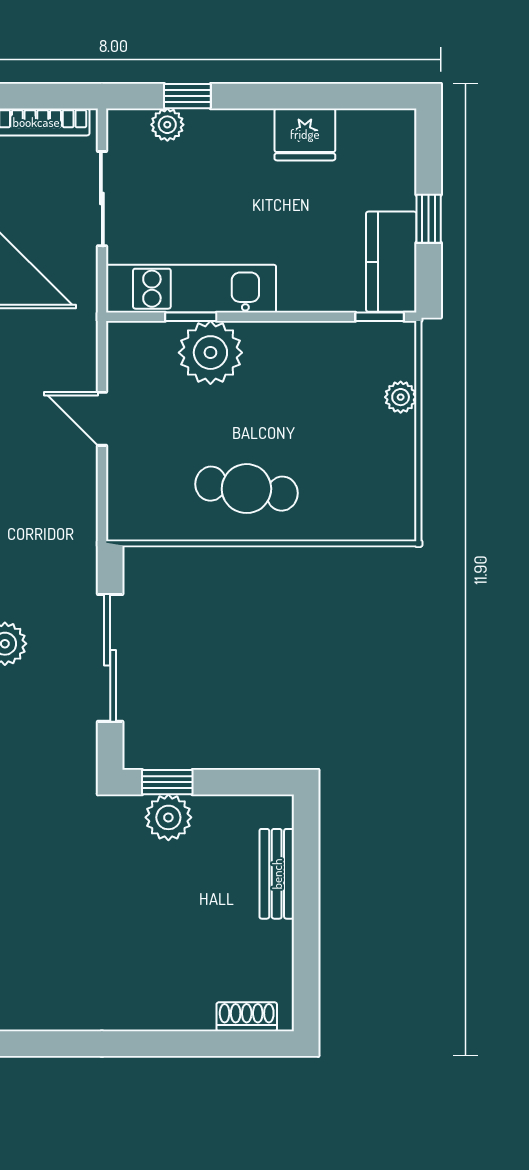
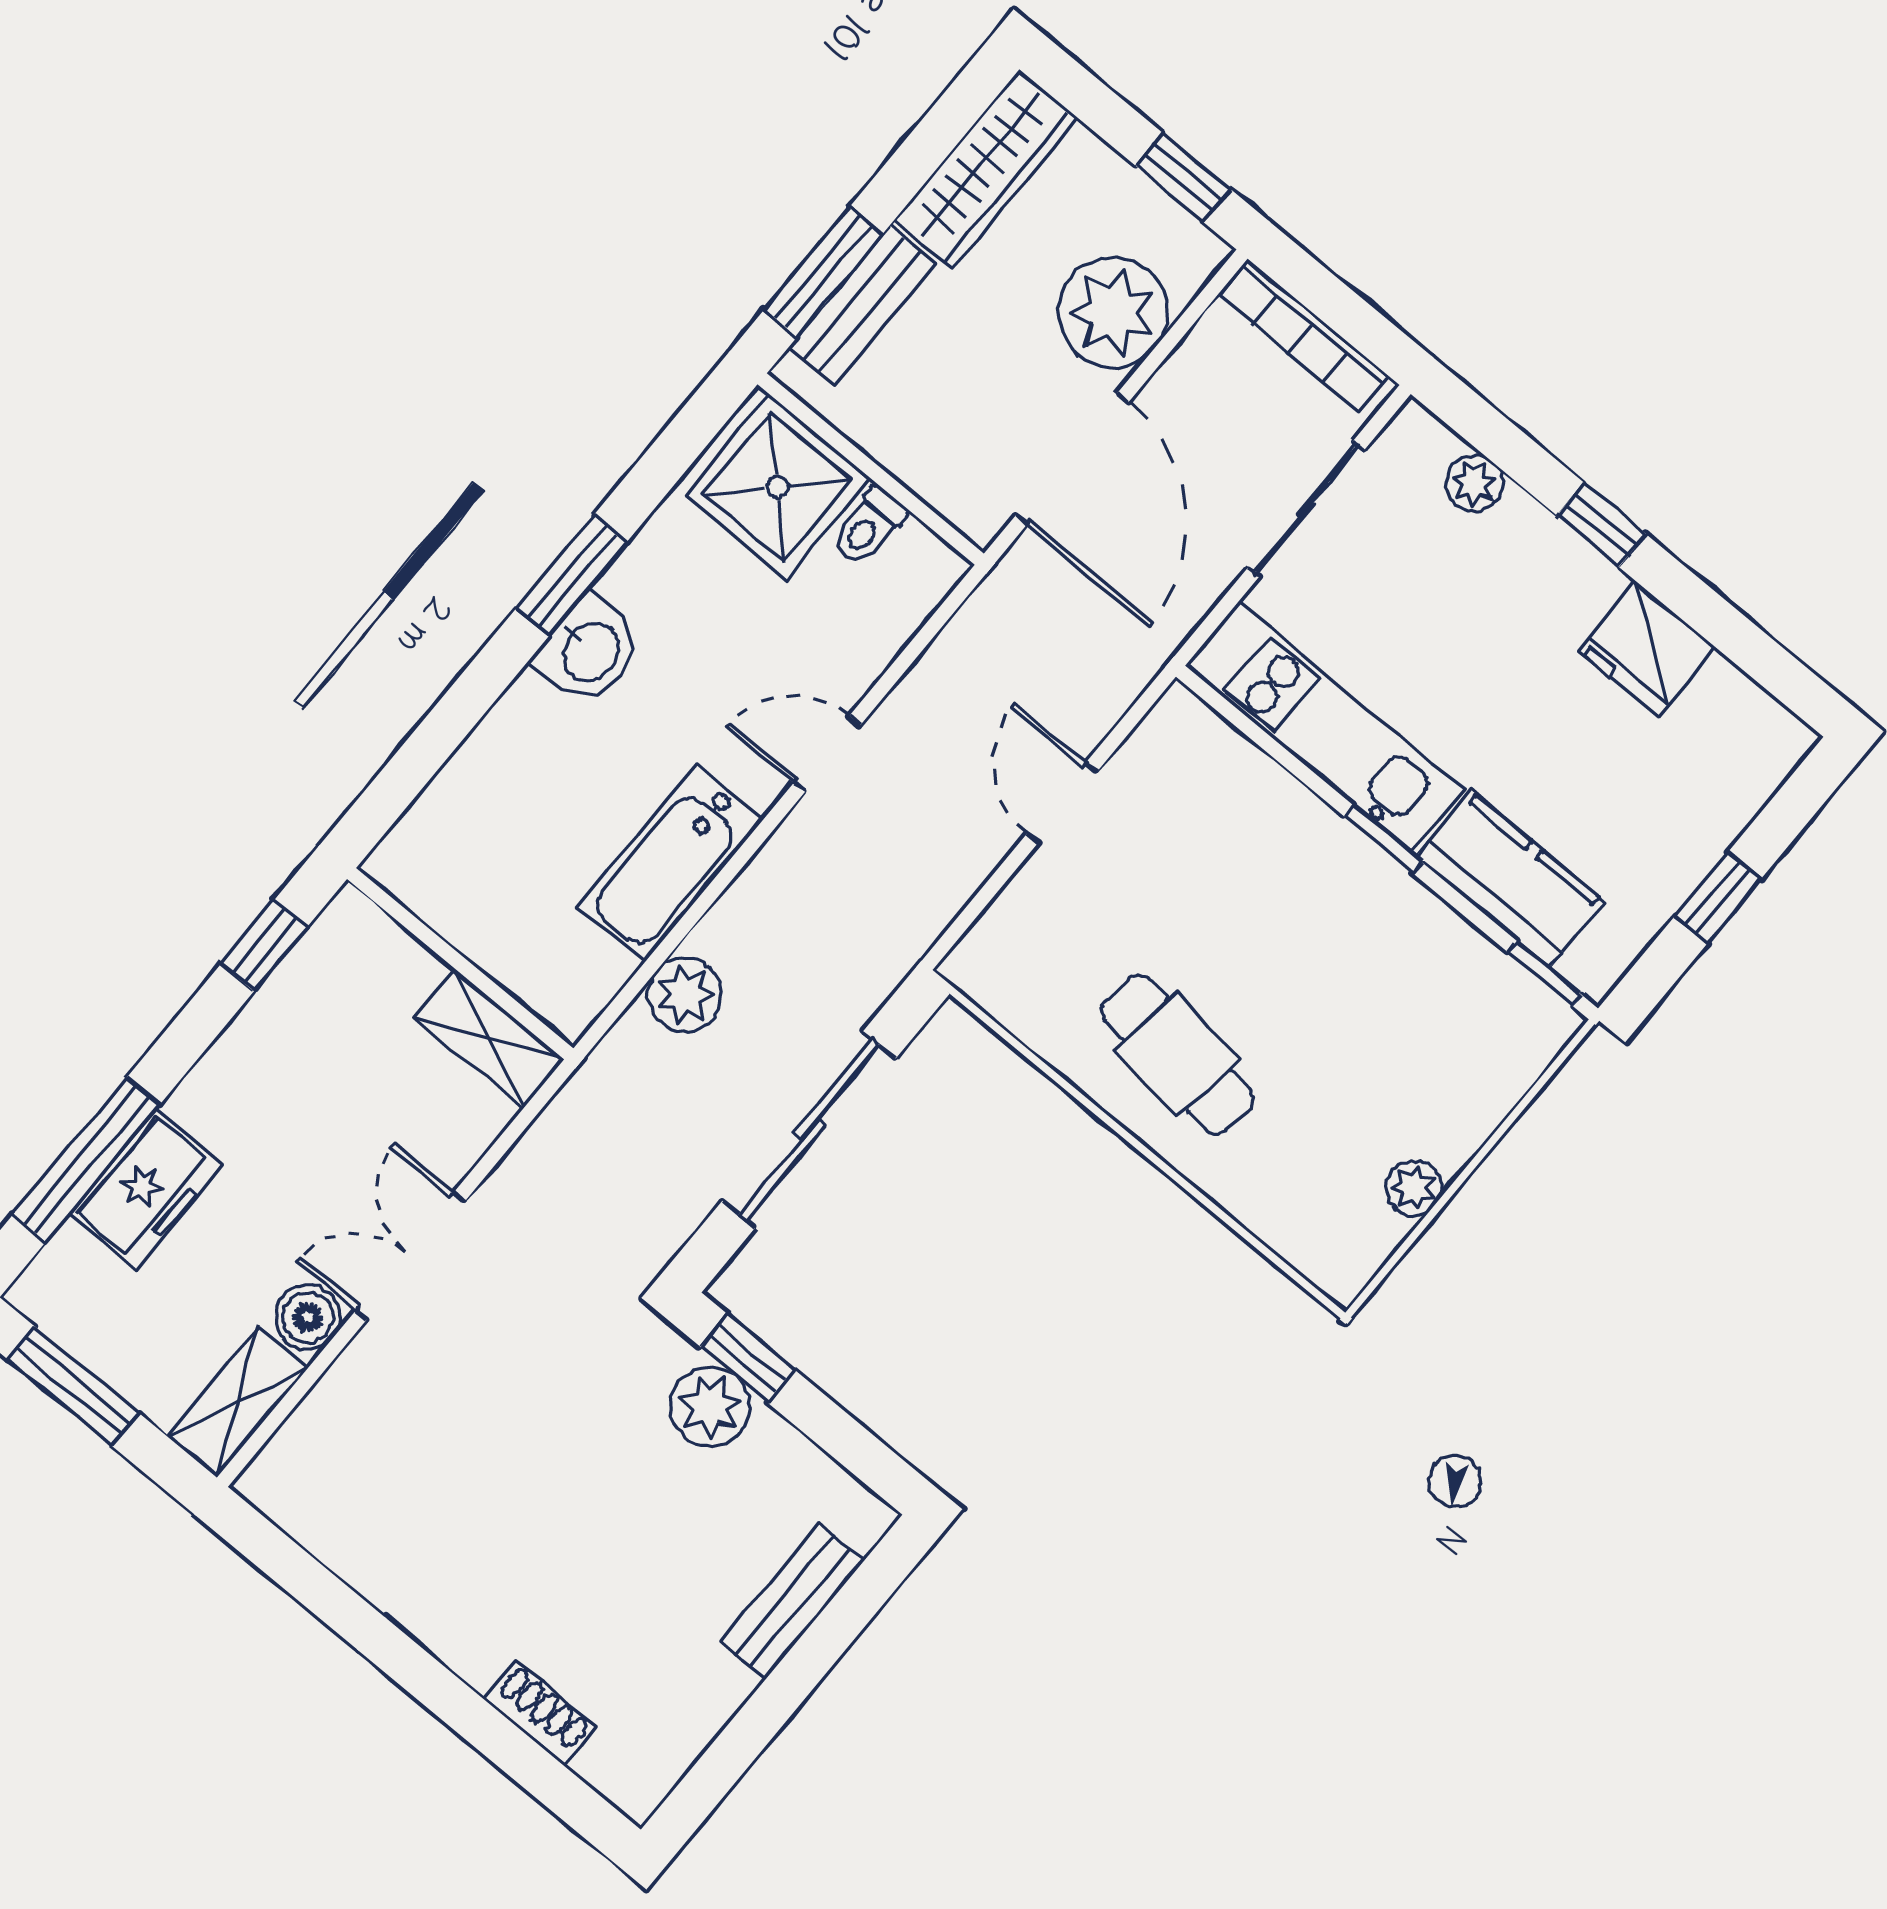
window: (187, 96) -> (1601, 525), moved
kitchen counter: (391, 262) -> (1510, 879), moved, turned 90
window: (191, 317) -> (1383, 840), moved
plant: (210, 353) -> (1280, 834), removed
plant: (401, 397) -> (1414, 1188), moved
shoe rack: (247, 1017) -> (540, 1713), moved

